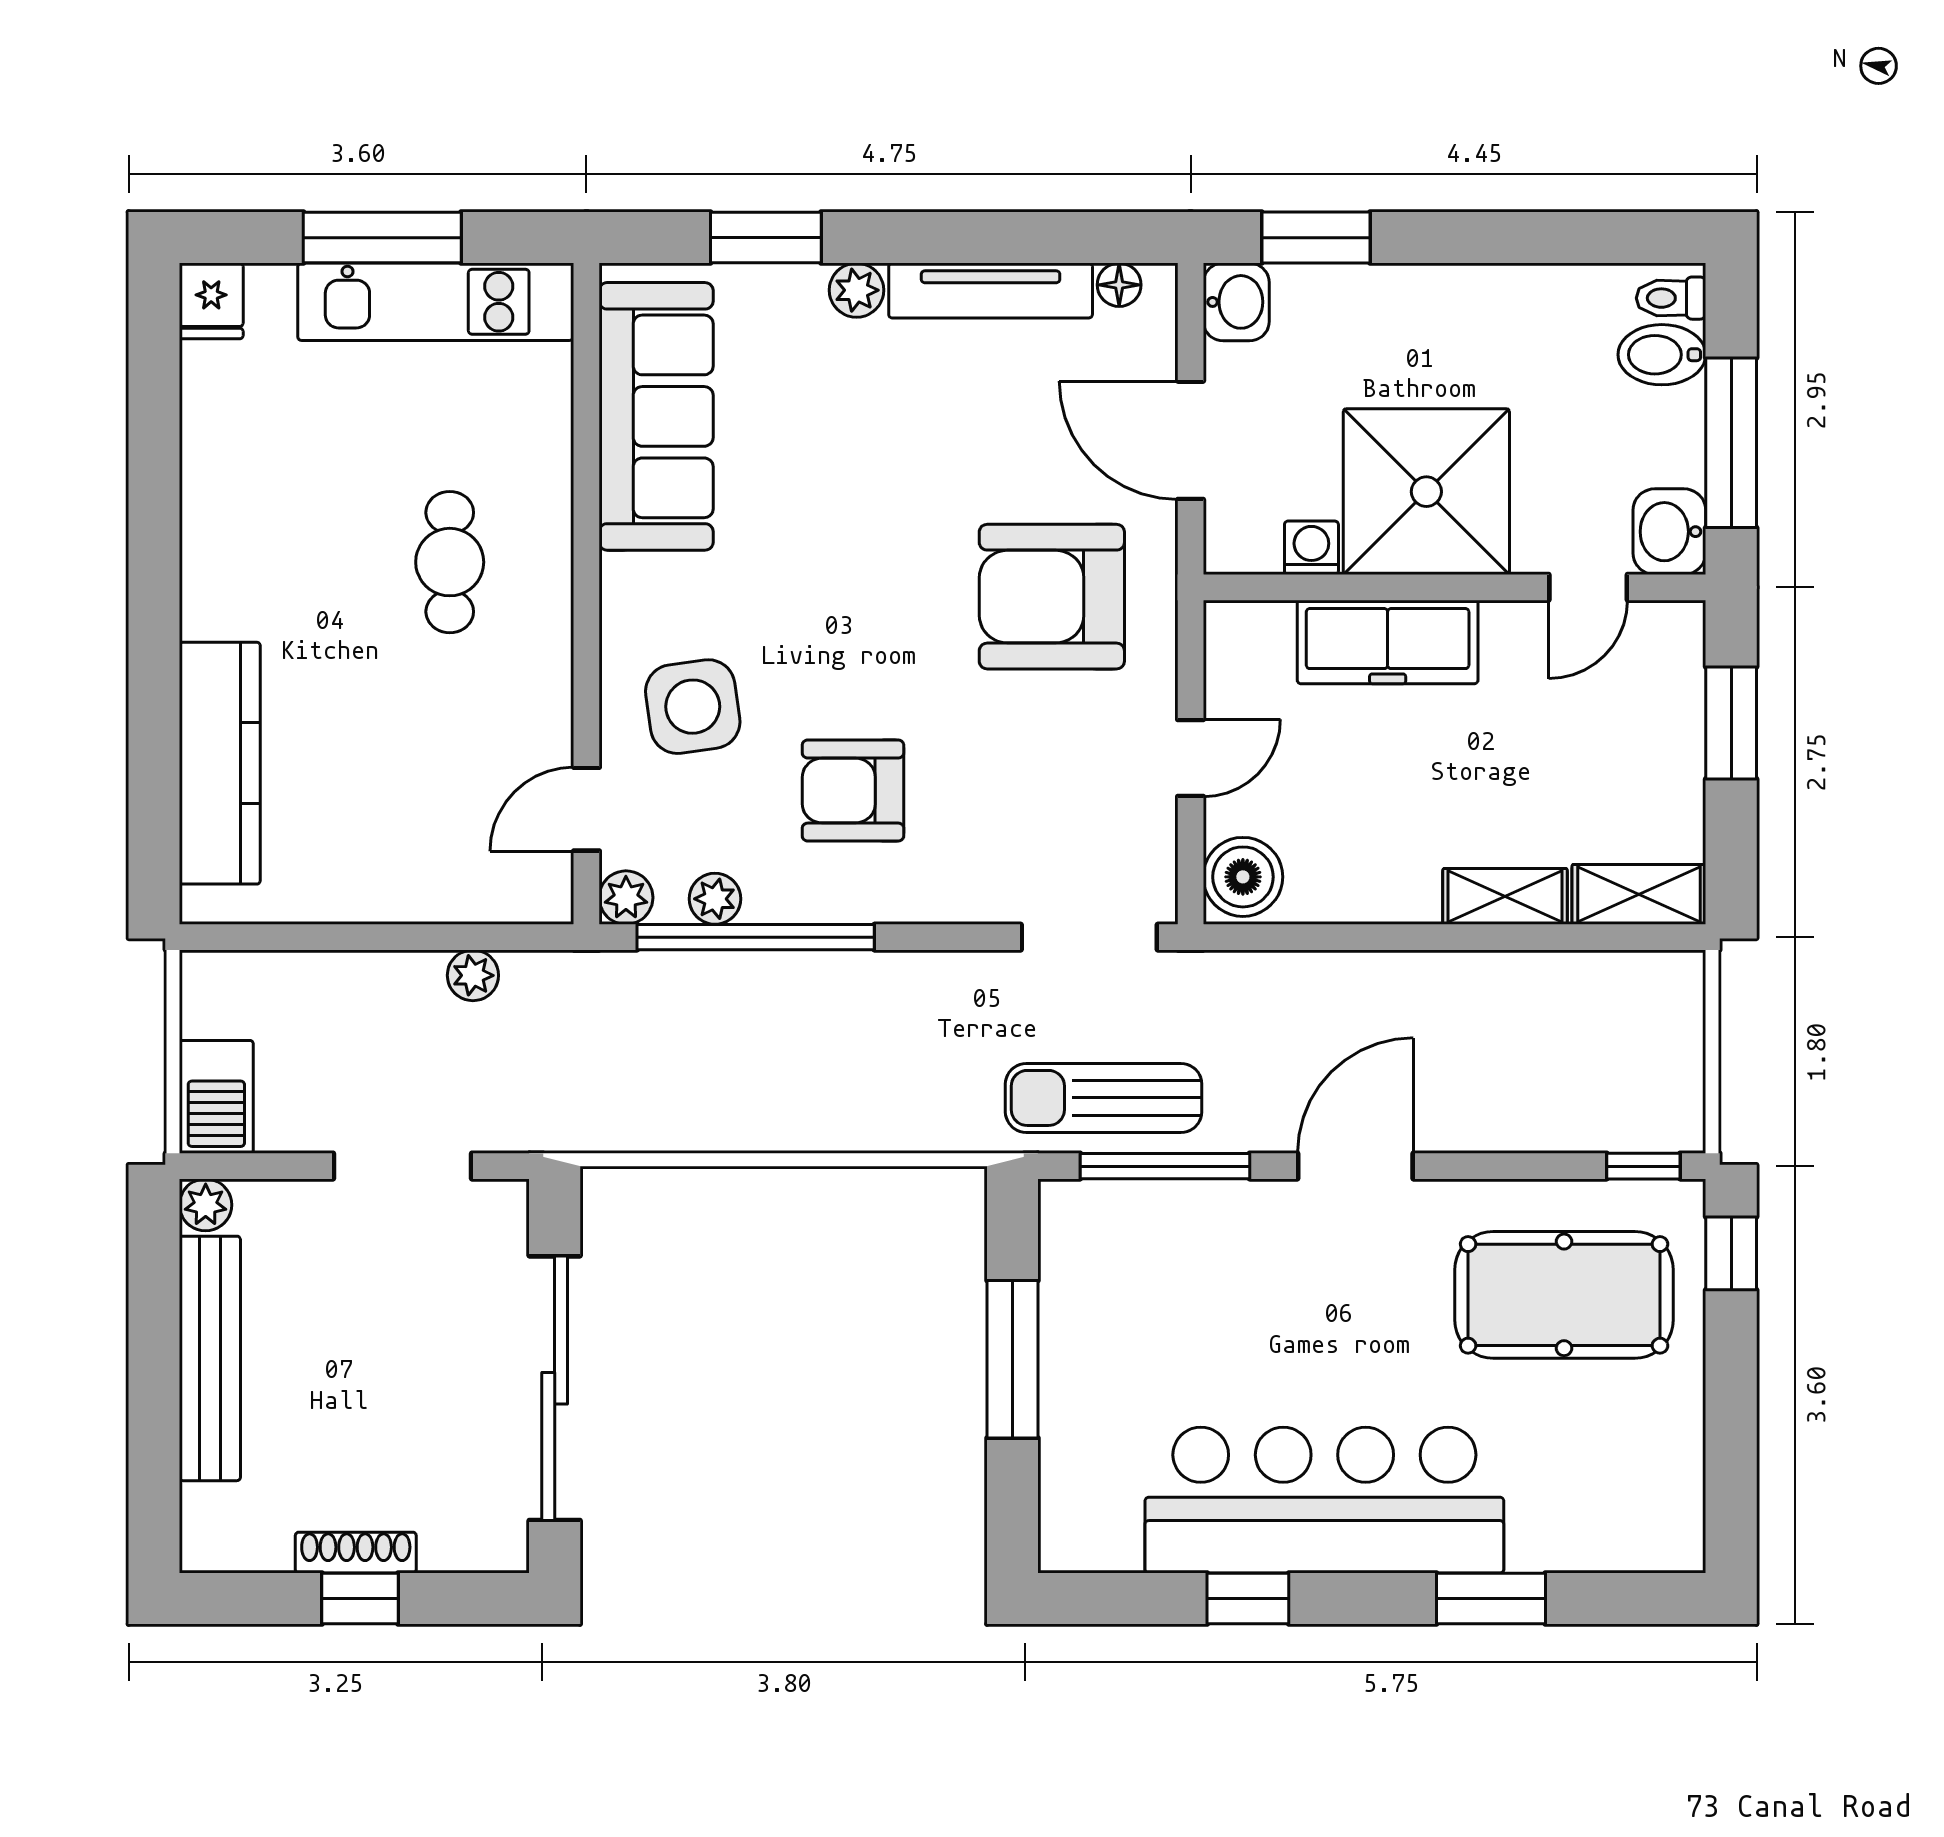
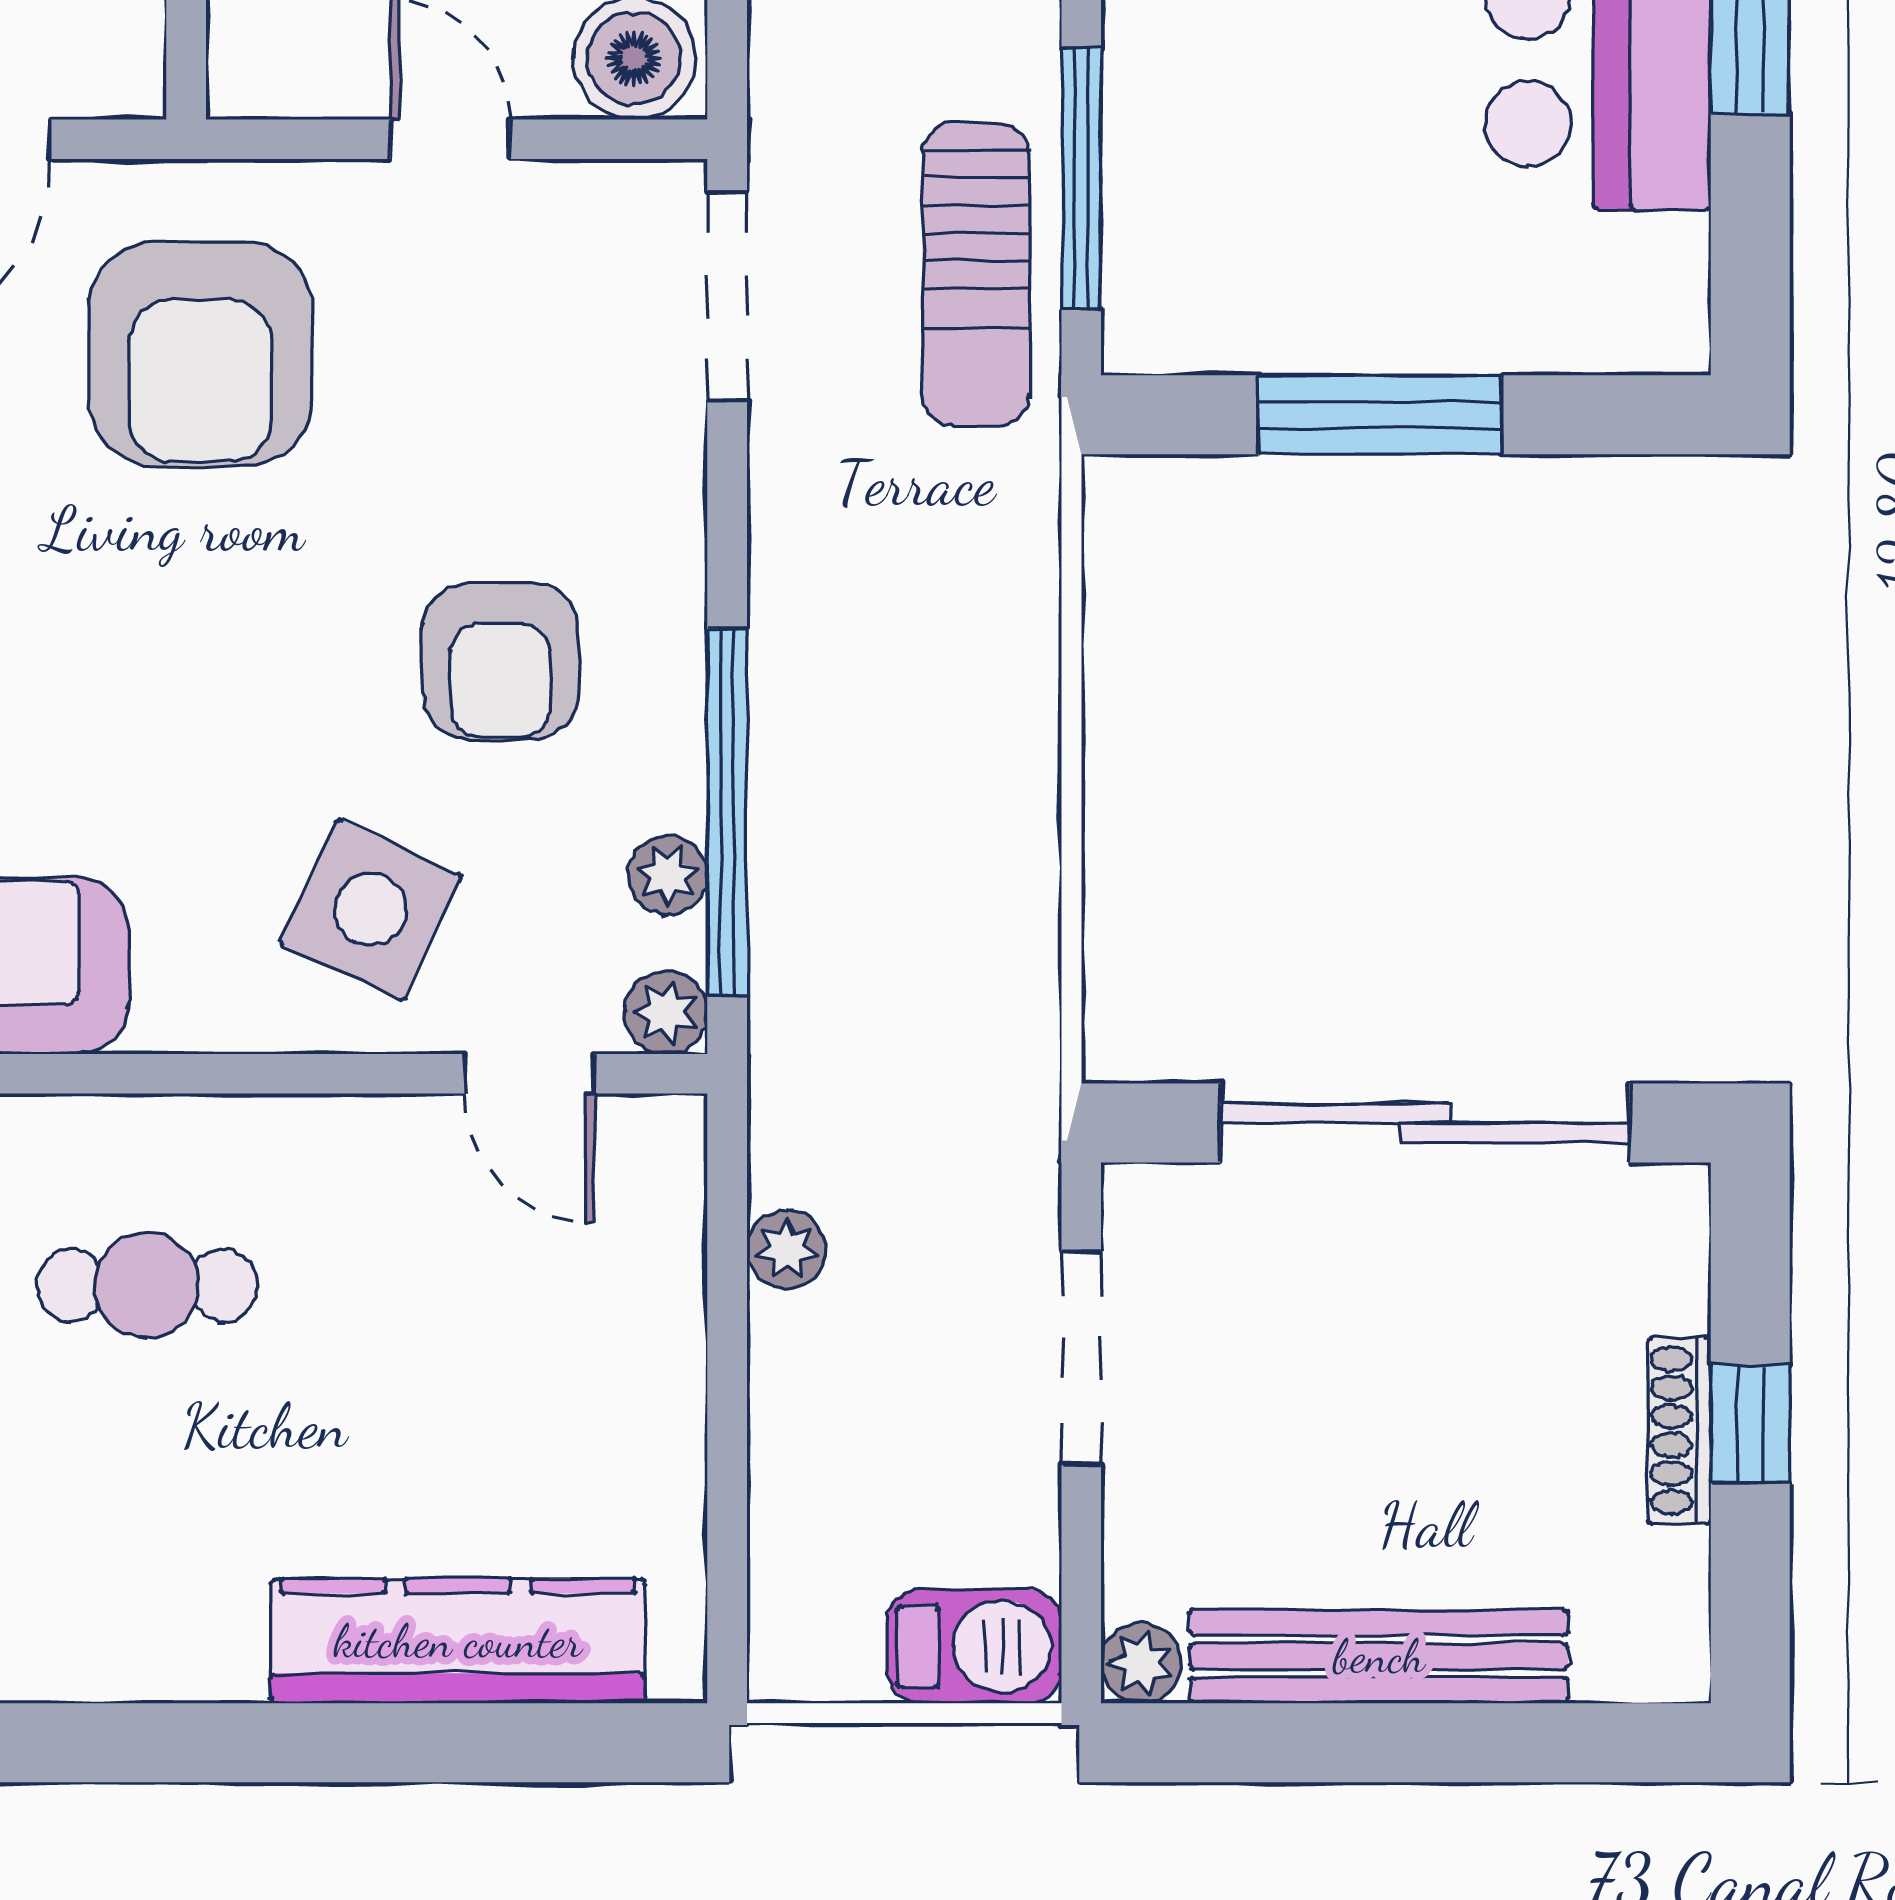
side table: (693, 707) -> (371, 909), turned 33

